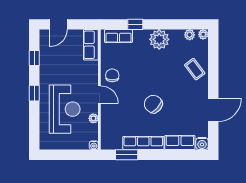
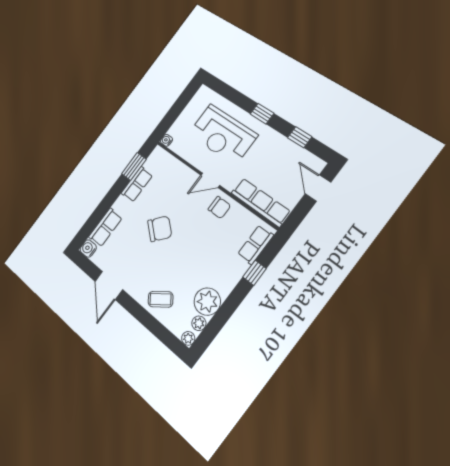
plant: (159, 39) -> (207, 302), moved
row of seats: (91, 45) -> (261, 202), width x1.48
plant: (93, 118) -> (192, 158), removed
row of seats: (143, 143) -> (137, 184), width x0.68

